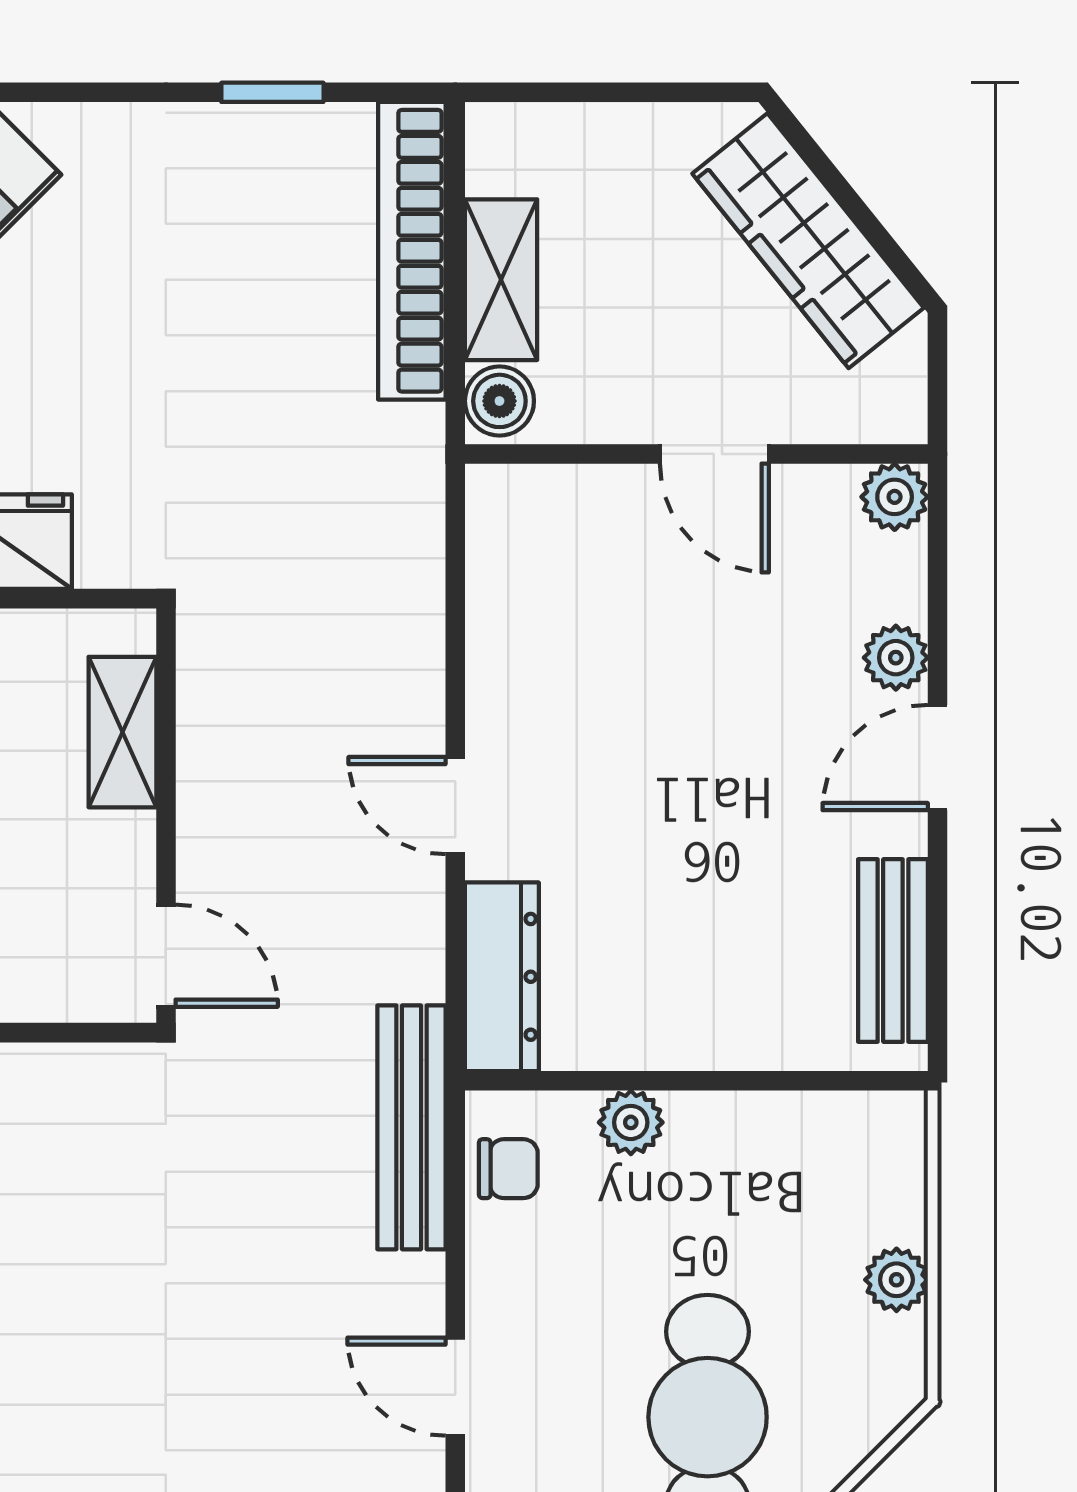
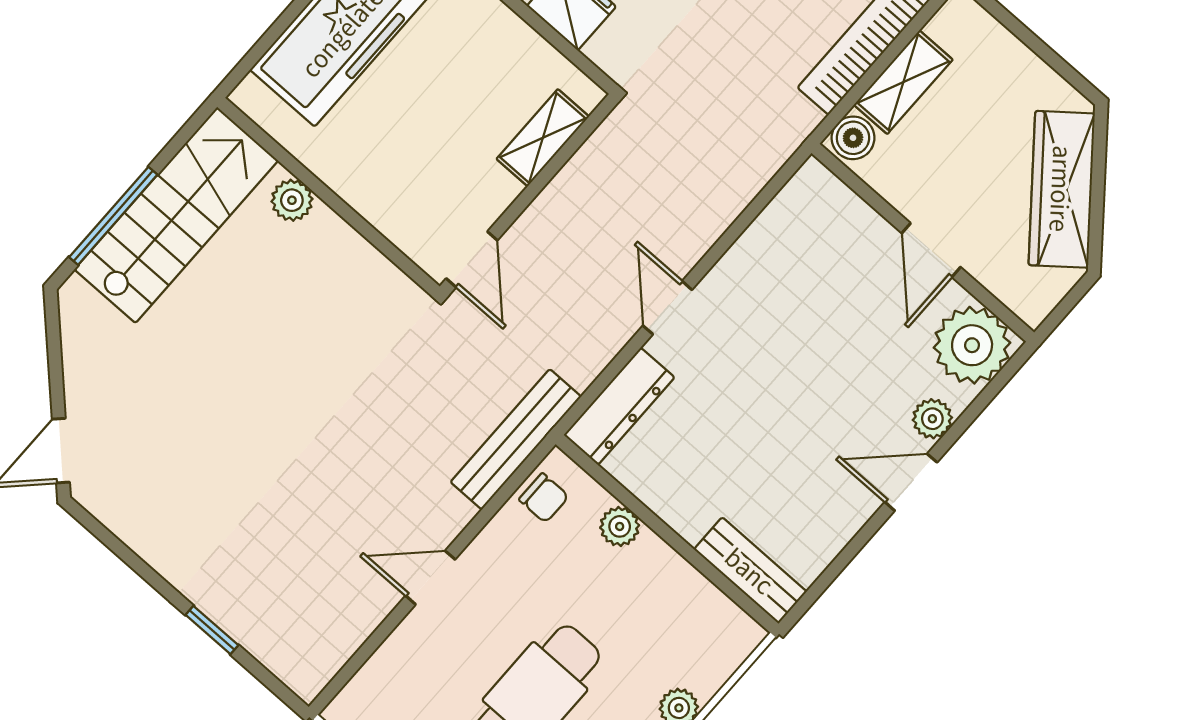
plant: (895, 497) -> (972, 345), width x1.87, depth x1.87
bench: (893, 950) -> (750, 570), moved, turned 90
door: (455, 1387) -> (430, 578), hinge flipped

